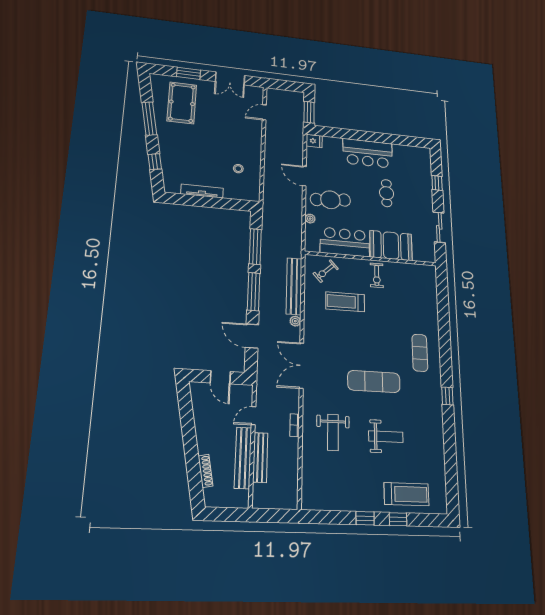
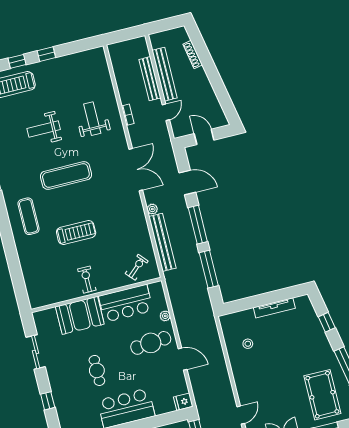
treadmill: (345, 302) -> (76, 233), moved

